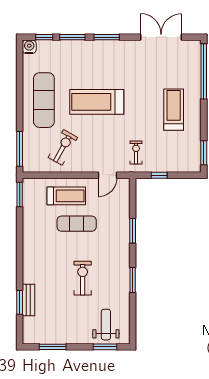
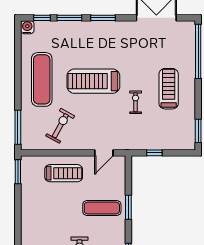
exercise bike: (136, 153) -> (136, 102), moved
exercise mat: (77, 224) -> (102, 208), moved

